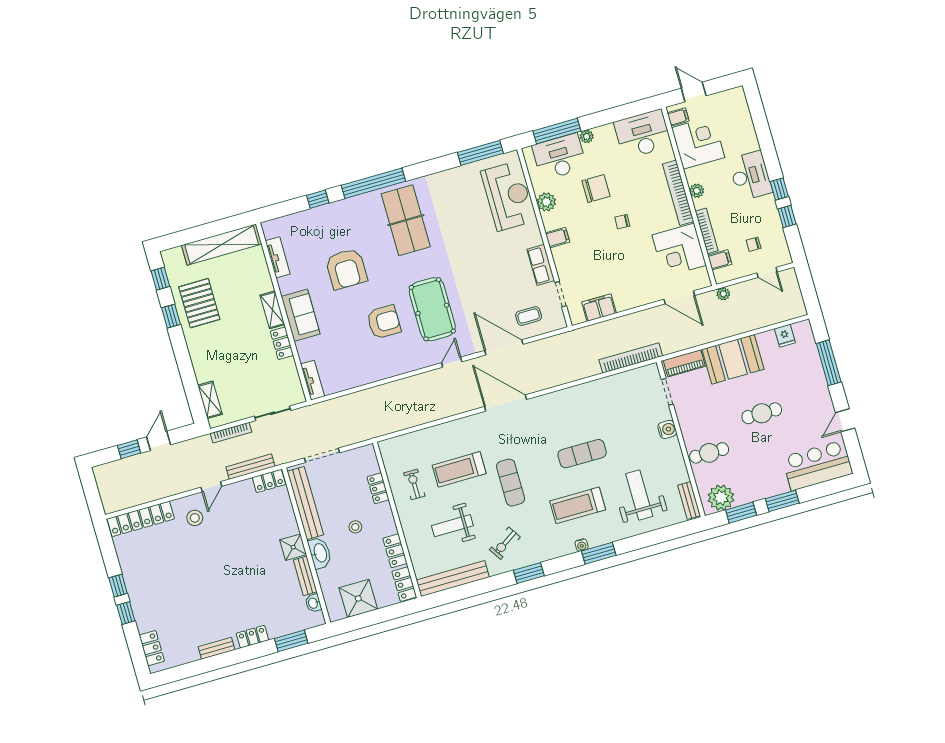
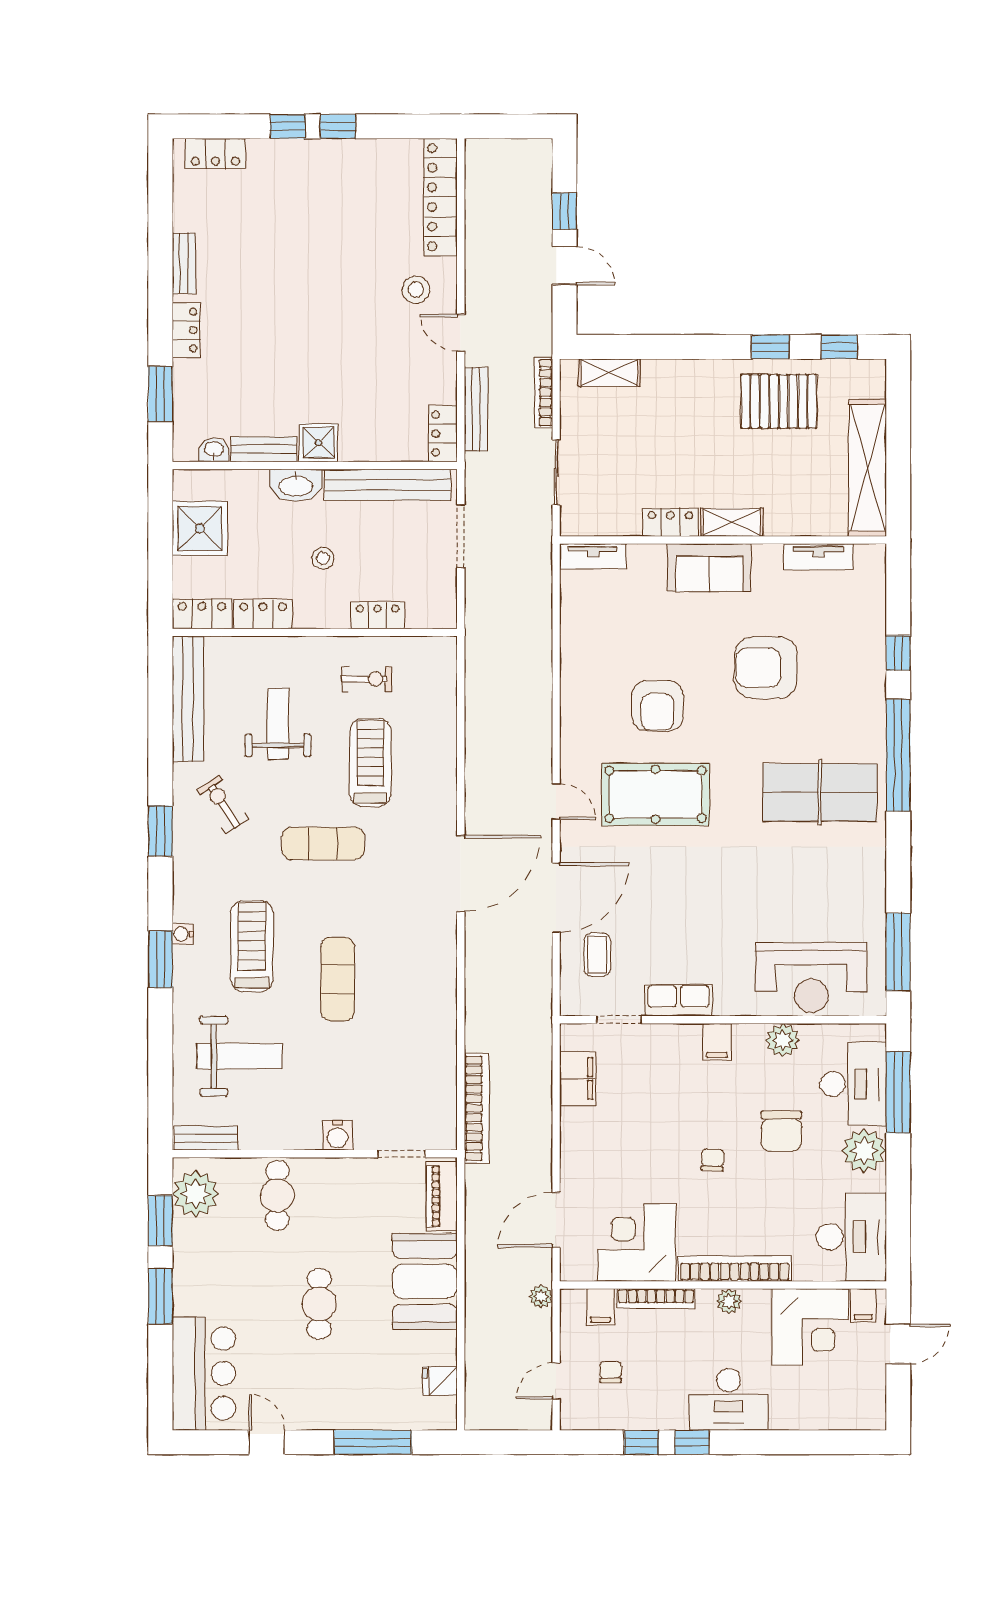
plant: (587, 136) -> (864, 1151), width x1.87, depth x1.87

